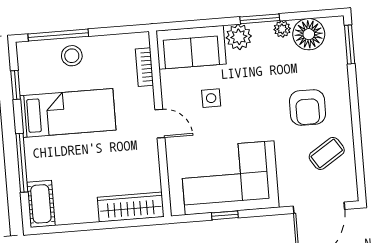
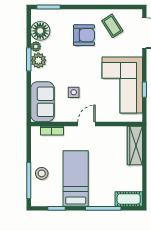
plant: (239, 37) -> (38, 60), moved

